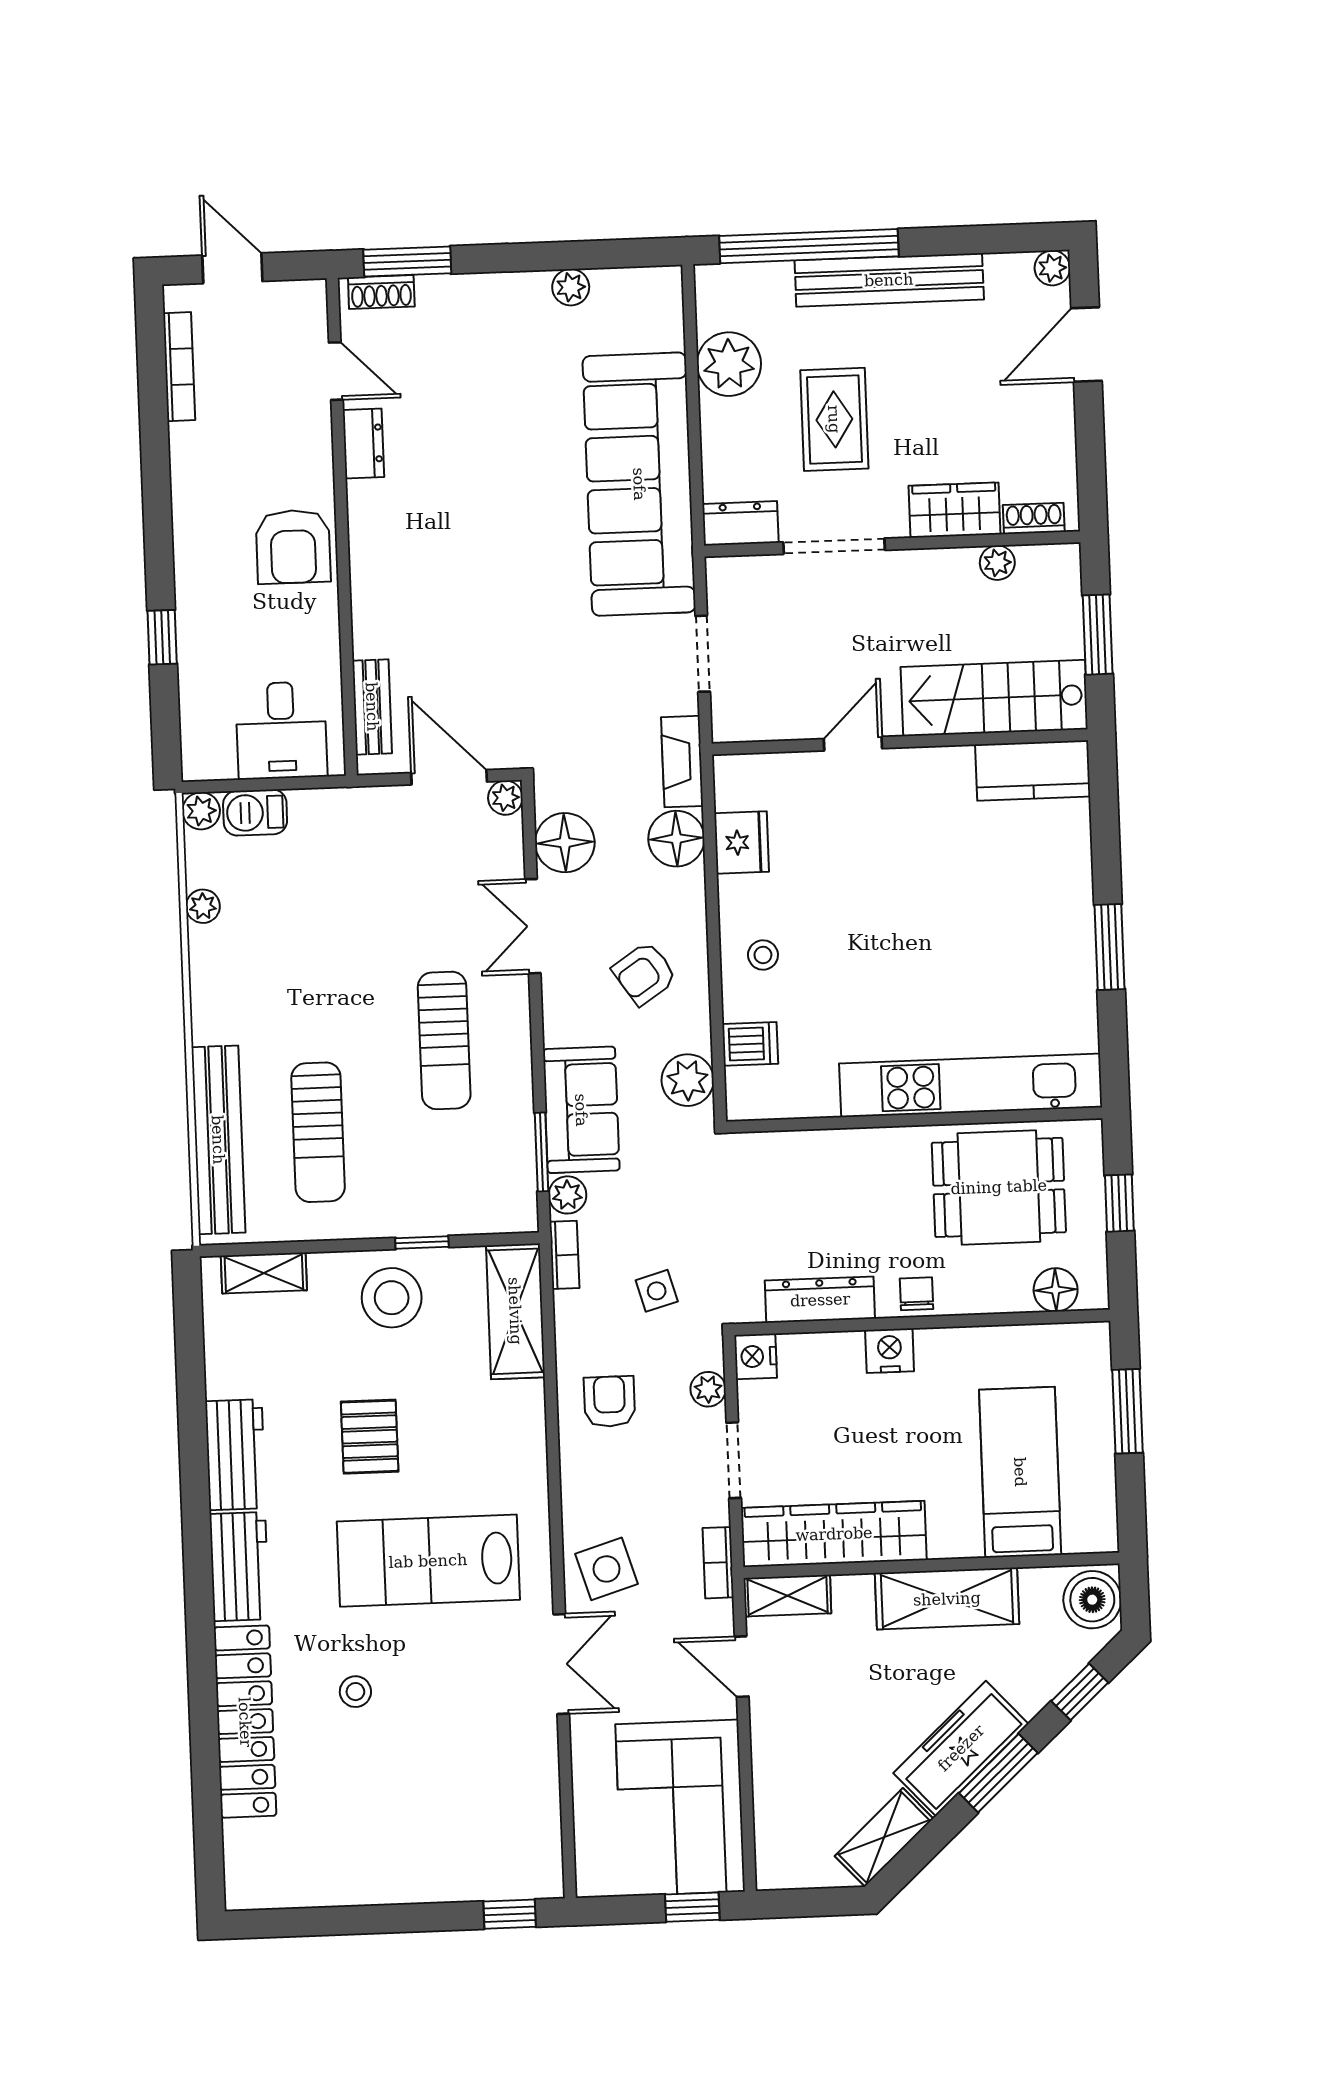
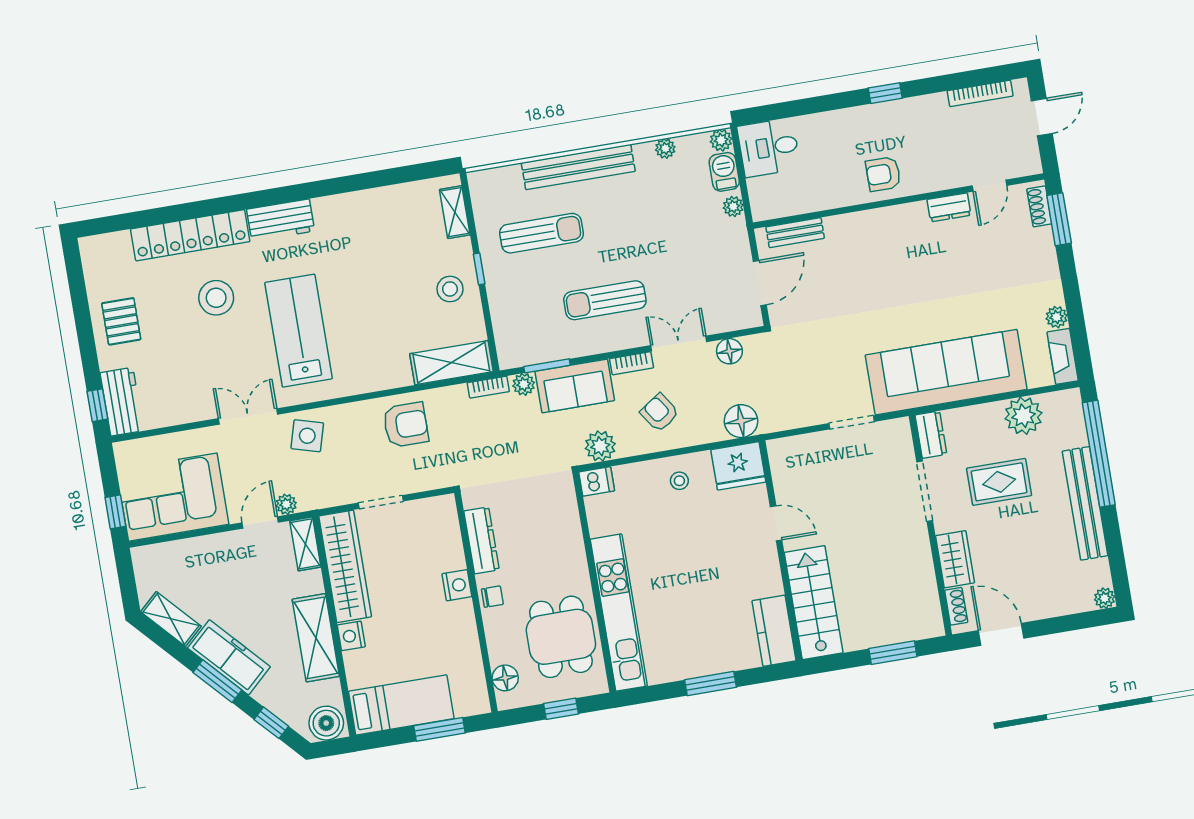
door: (1086, 344) -> (1001, 634), moved
armchair: (293, 547) -> (883, 174), width x0.72, depth x0.72
plant: (997, 563) -> (927, 588), removed
window: (162, 637) -> (885, 93), moved
stairs: (994, 698) -> (814, 603), moved
desk: (281, 730) -> (769, 147), moved
wall: (900, 742) -> (781, 551), moved
door: (853, 744) -> (776, 523), moved
fireplace: (682, 762) -> (1063, 356), moved, turned -90
kitchen counter: (1033, 771) -> (774, 631), moved
plant: (505, 798) -> (733, 207), moved
fridge: (742, 842) -> (738, 466), width x1.36, depth x1.34
floor lamp: (565, 843) -> (729, 351), width x0.73, depth x0.73
dishwasher: (750, 1044) -> (597, 481), moved, turned -90
sun lounger: (318, 1132) -> (541, 233), turned 180
bench: (218, 1140) -> (578, 167), moved
window: (422, 1242) -> (479, 269), moved
side table: (657, 1291) -> (474, 444), removed
stool: (392, 1298) -> (450, 289), width x0.73, depth x0.73
nightstand: (756, 1356) -> (351, 636), moved, turned -90
plant: (708, 1389) -> (286, 504), moved
armchair: (610, 1401) -> (406, 425), width x1.38, depth x1.38
pallet: (370, 1437) -> (121, 321), moved, turned 90
workbench: (235, 1455) -> (122, 402), moved, turned -90
bed: (1020, 1472) -> (401, 705), moved
bookcase: (718, 1563) -> (632, 363), moved, turned 180
side table: (606, 1569) -> (307, 436), turned 33
double door: (561, 1664) -> (248, 416), swing flipped
stool: (355, 1692) -> (216, 298), width x1.89, depth x1.89

